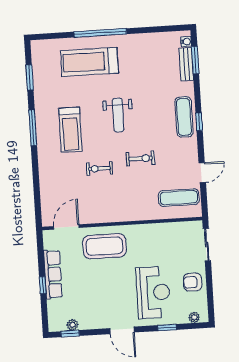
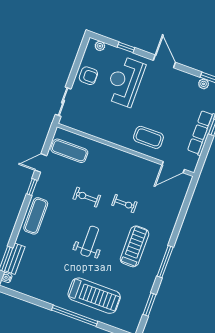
window: (199, 122) -> (32, 187), moved
coffee table: (104, 246) -> (148, 137), width x0.73, depth x0.76

